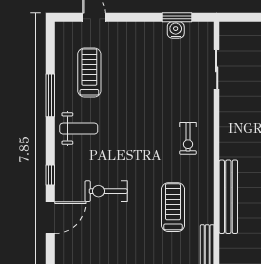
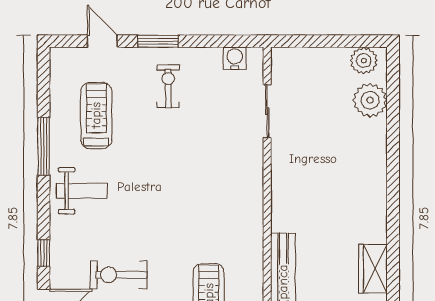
window: (177, 17) -> (158, 41), moved
water cooler: (176, 30) -> (235, 58), moved
exercise bike: (188, 138) -> (168, 86), moved, turned 180

